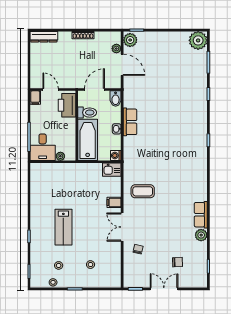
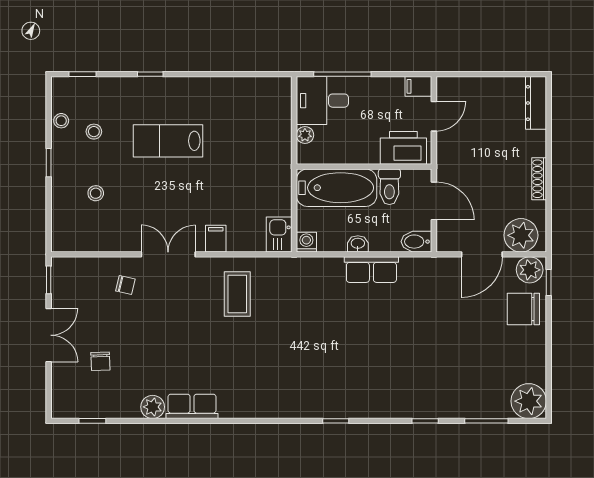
chair: (150, 43) -> (523, 309), added
plant: (116, 49) -> (521, 235), width x1.88, depth x1.88

